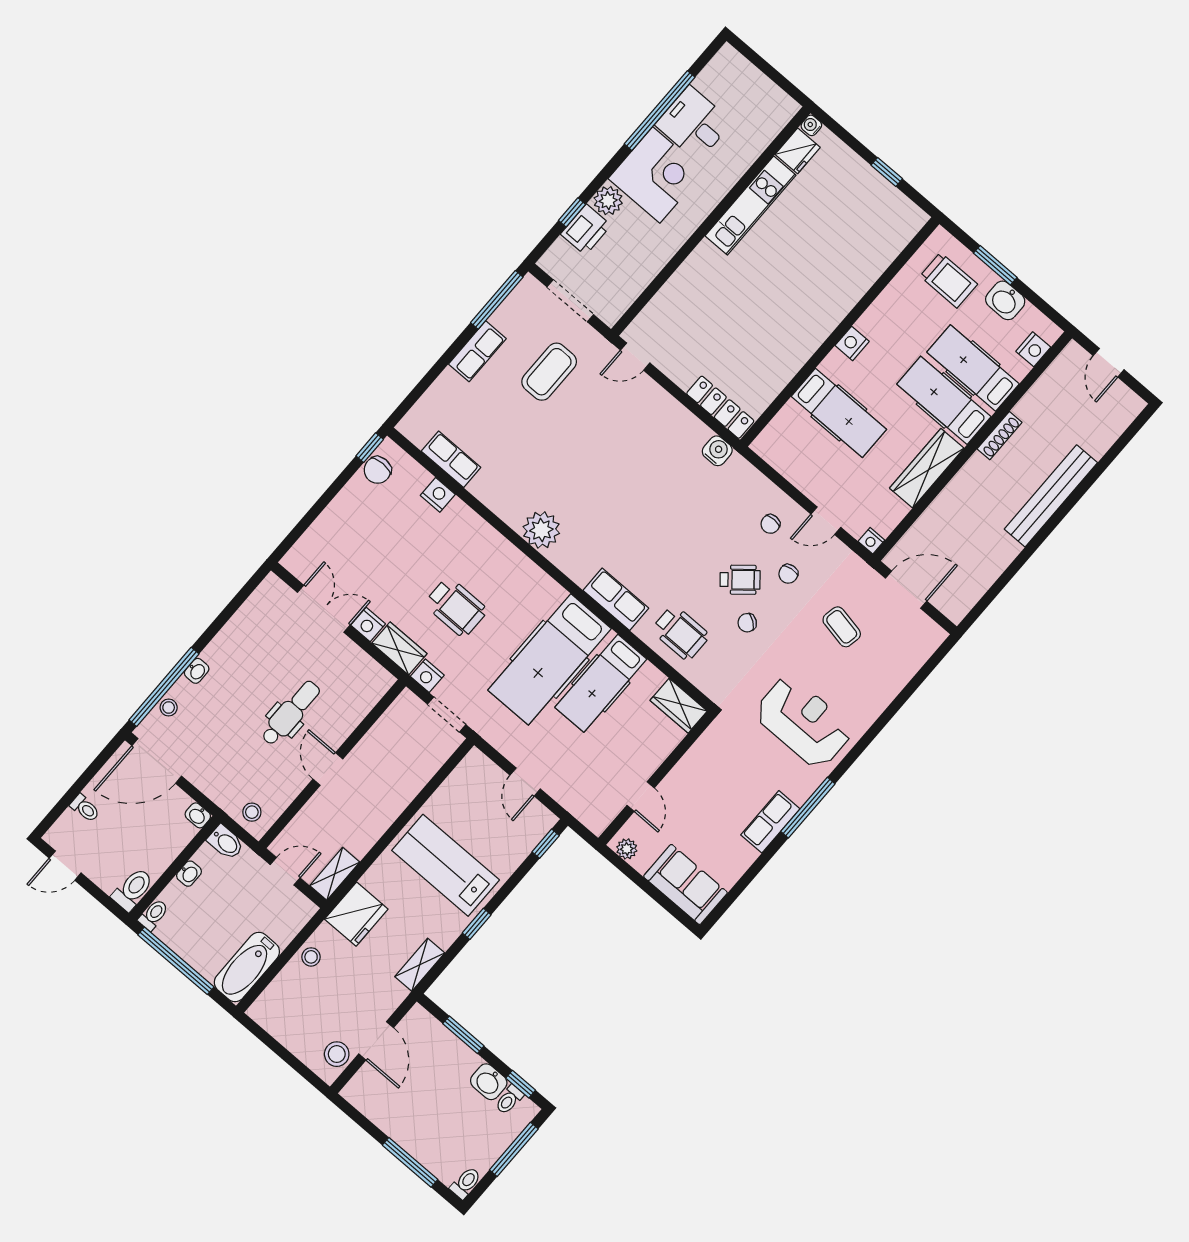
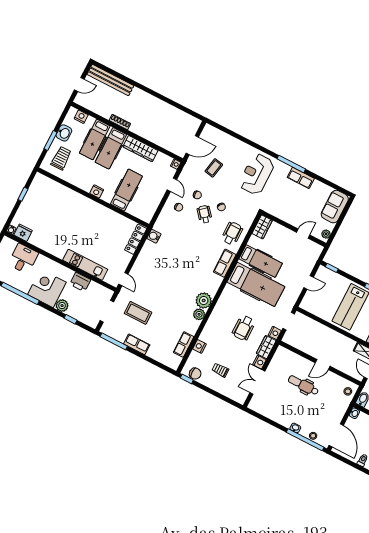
desk: (694, 124) -> (23, 259), moved, turned 180
kitchen unit: (751, 205) -> (85, 265), moved
printer: (586, 230) -> (80, 282), moved, turned 180
bench: (1051, 496) -> (110, 80), moved
plant: (512, 512) -> (199, 314), added
trolley: (372, 530) -> (220, 370), added
door: (906, 590) -> (192, 145), swing flipped
wheelchair: (456, 607) -> (244, 328), turned 180

